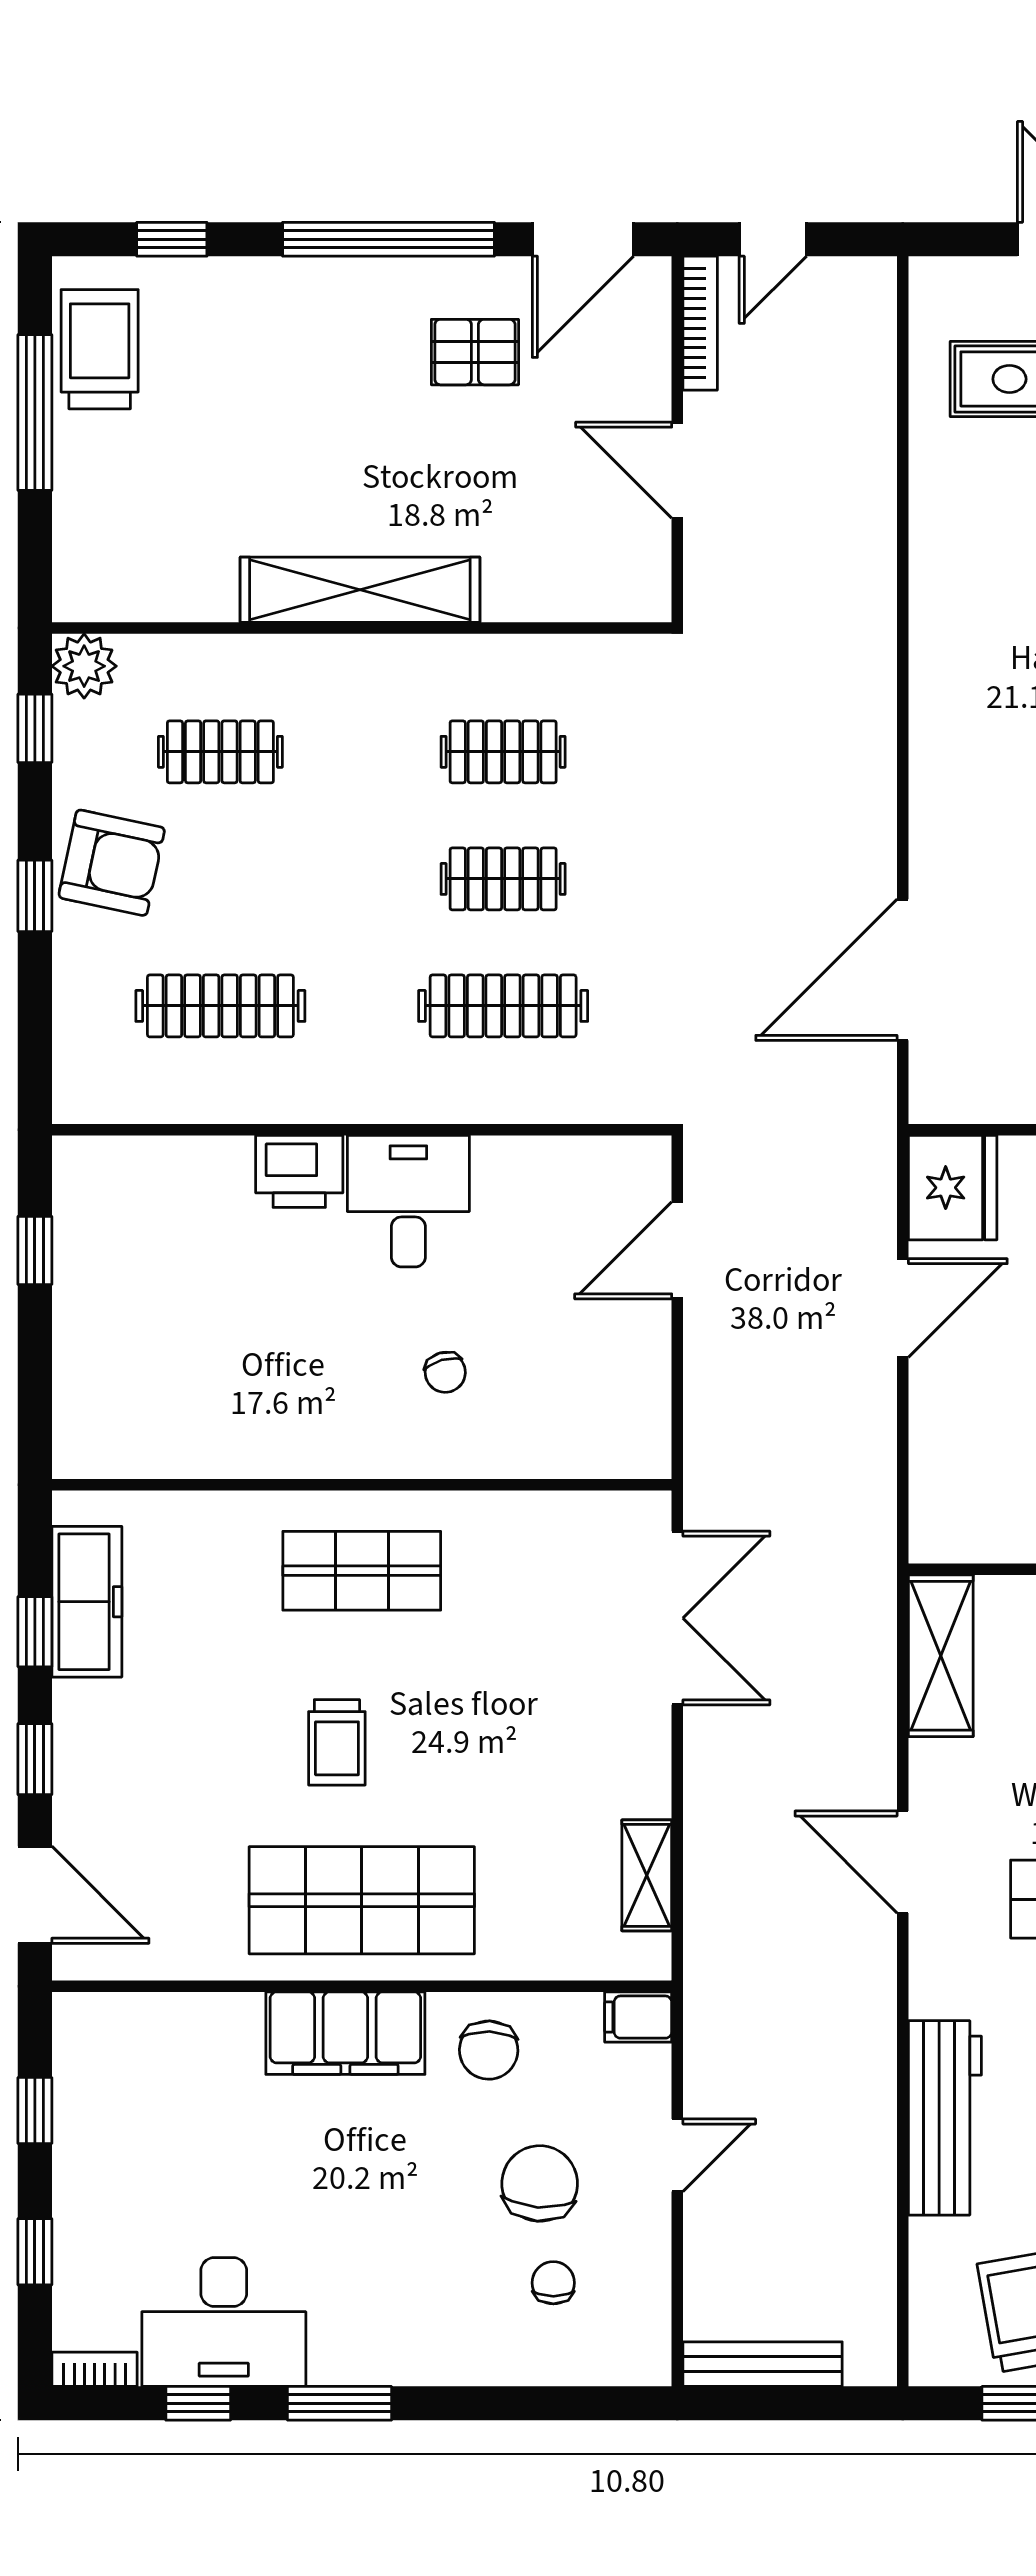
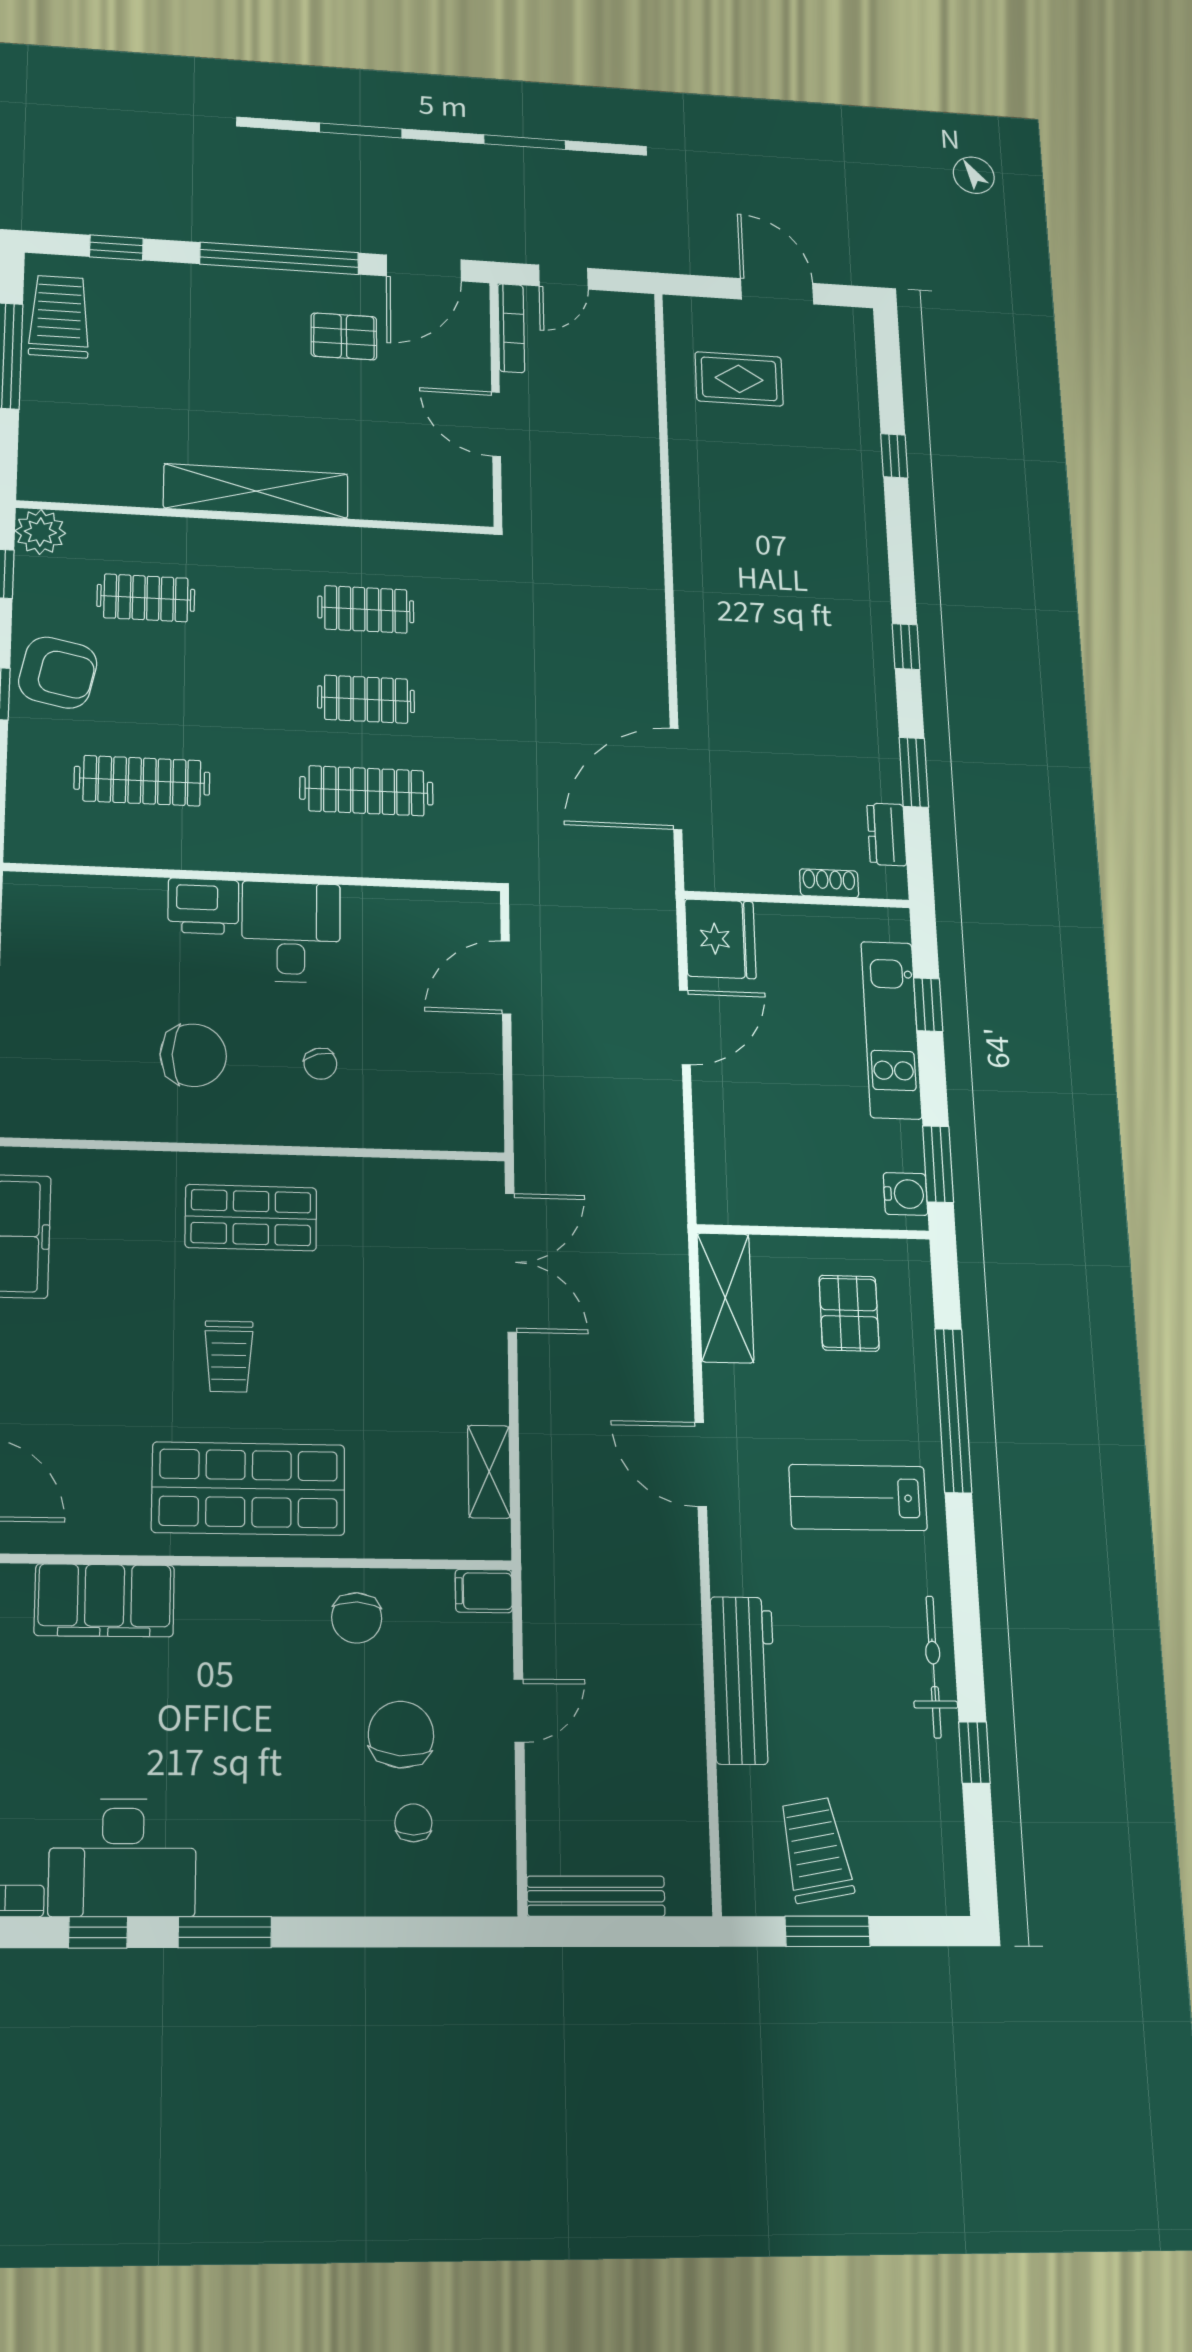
chair: (290, 1367) -> (193, 1055), added
filing cabinet: (345, 2033) -> (104, 1600), moved

